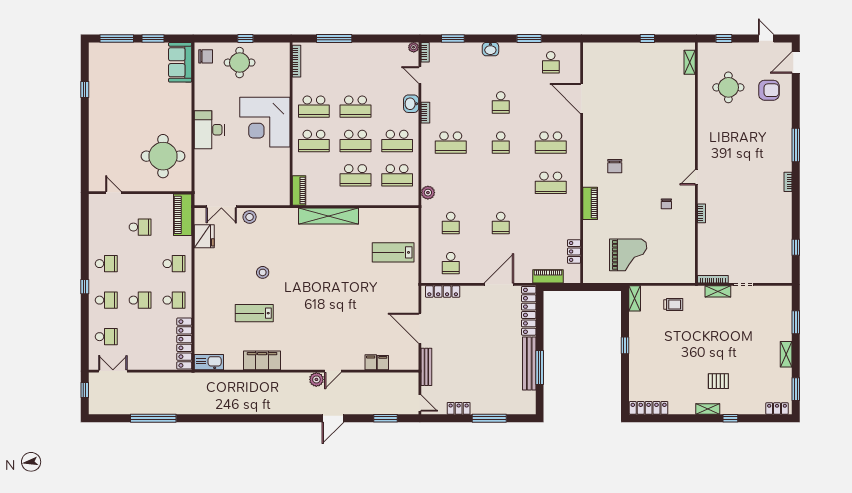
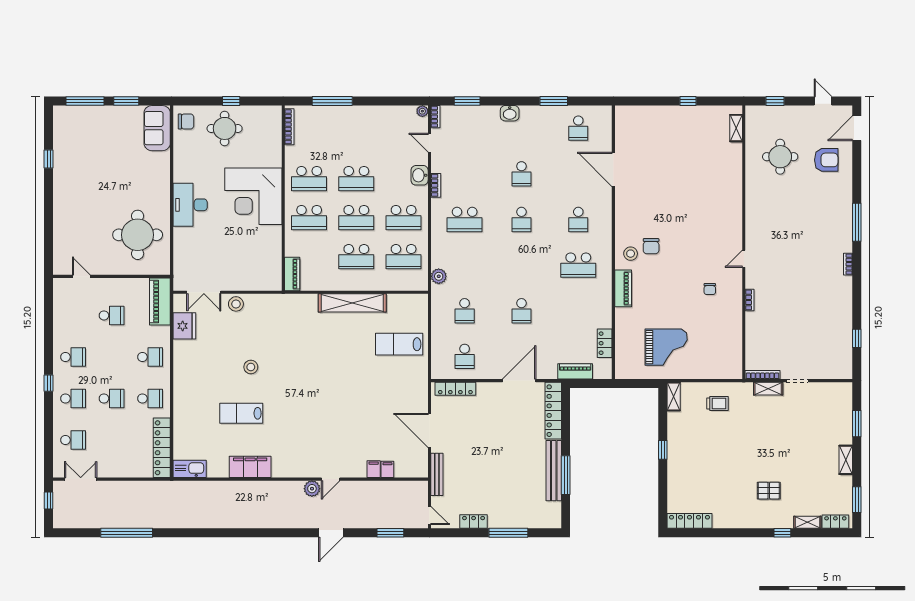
school desk: (551, 143) -> (578, 219), width x0.54
stool: (597, 173) -> (631, 254), added
shelving: (328, 216) -> (352, 303), moved
shelving: (708, 409) -> (807, 522), moved

